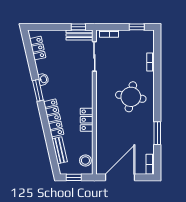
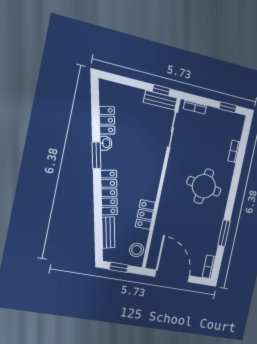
locker: (38, 48) -> (107, 120), moved
locker: (87, 120) -> (145, 215), moved
door: (120, 177) -> (172, 276), hinge flipped

